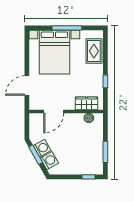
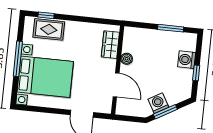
window: (105, 81) -> (46, 15), moved
boiler: (89, 118) -> (127, 59), moved
washing machine: (49, 161) -> (187, 60), moved, turned -60
window: (88, 177) -> (196, 73), moved

